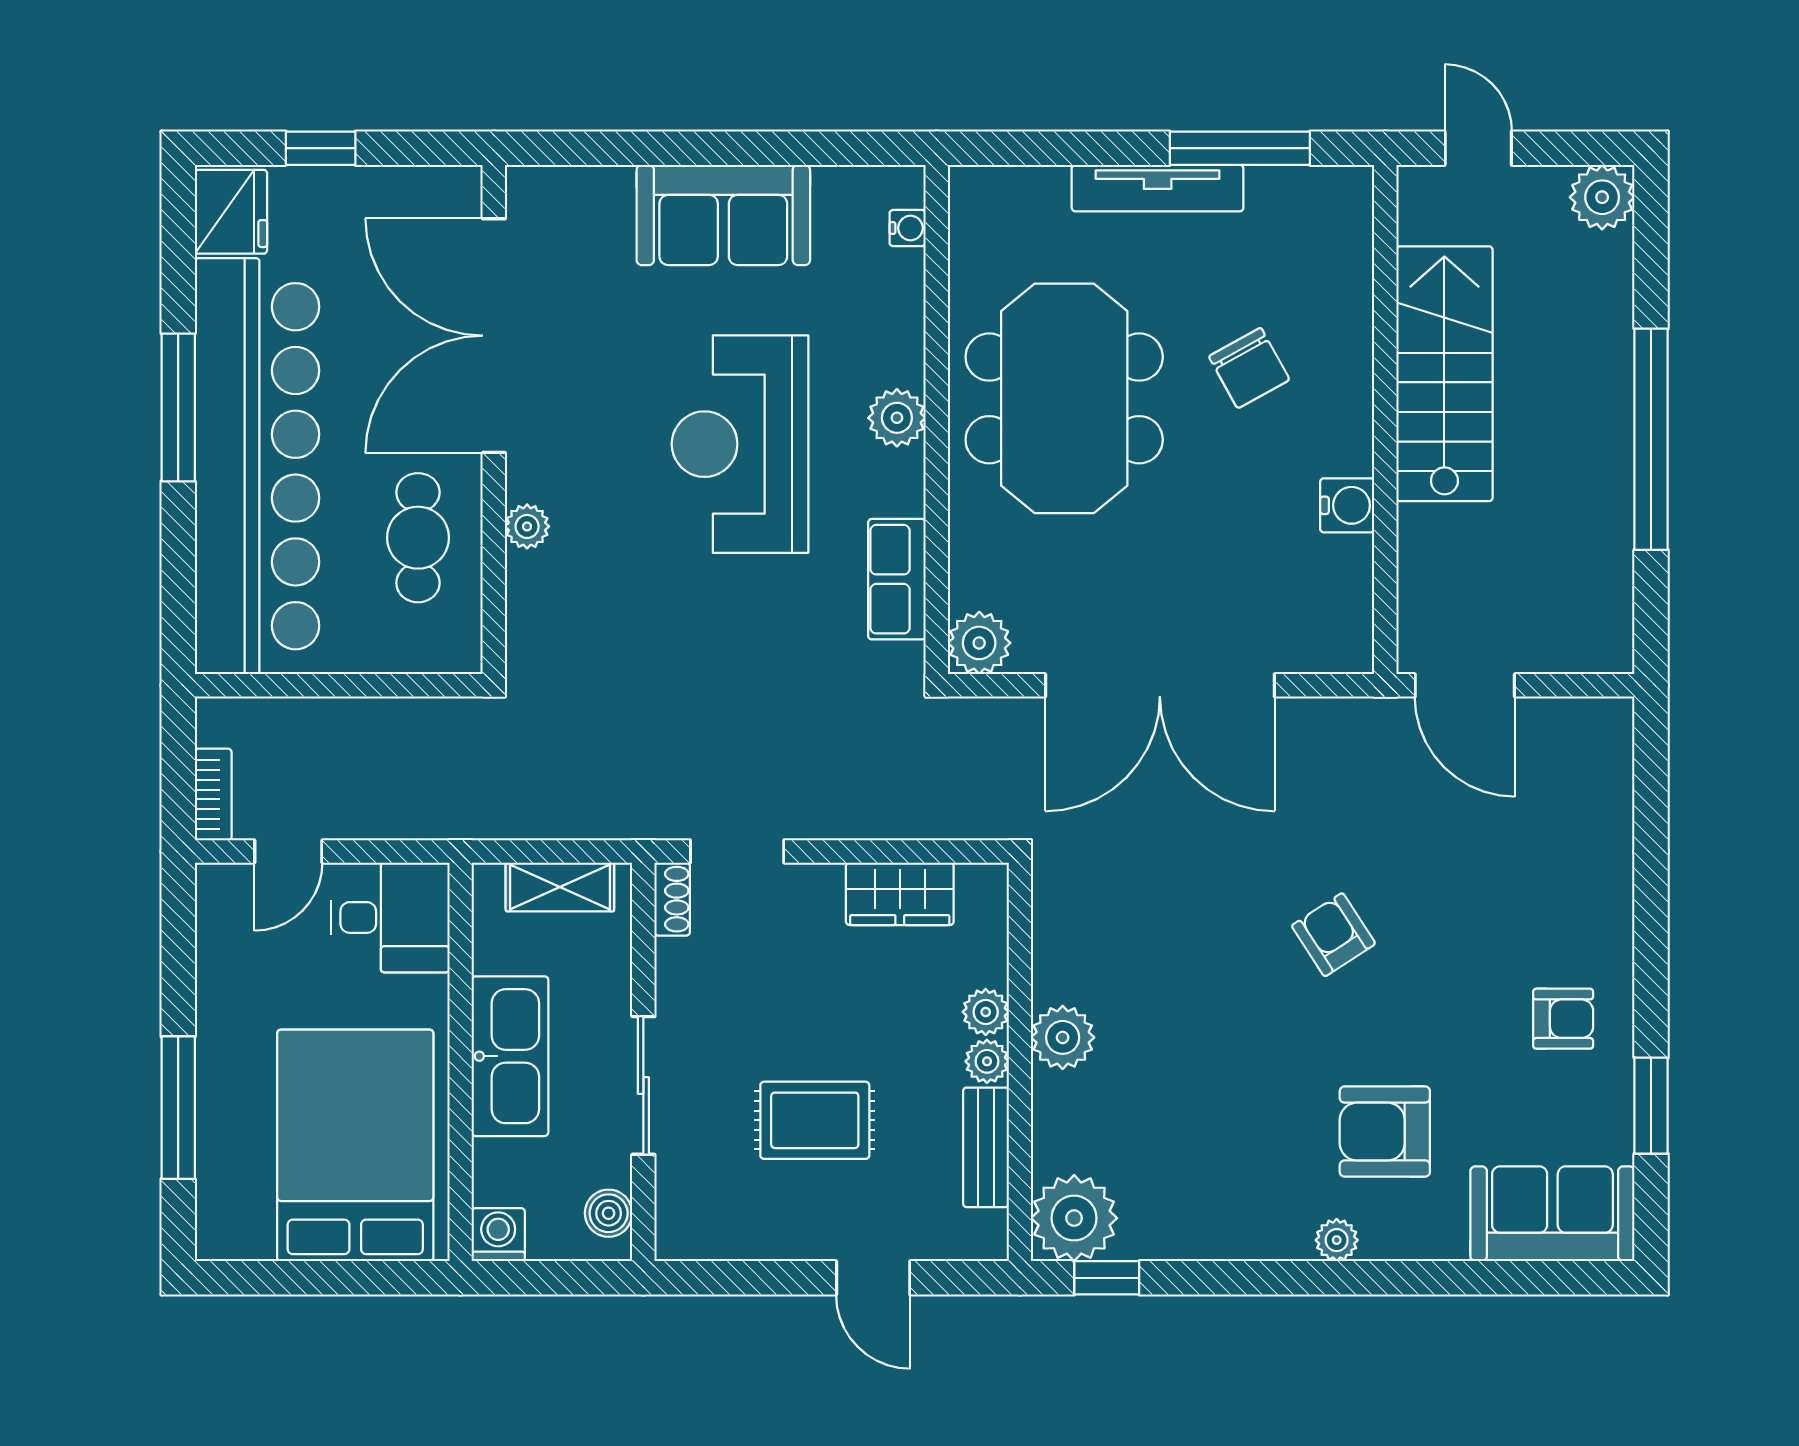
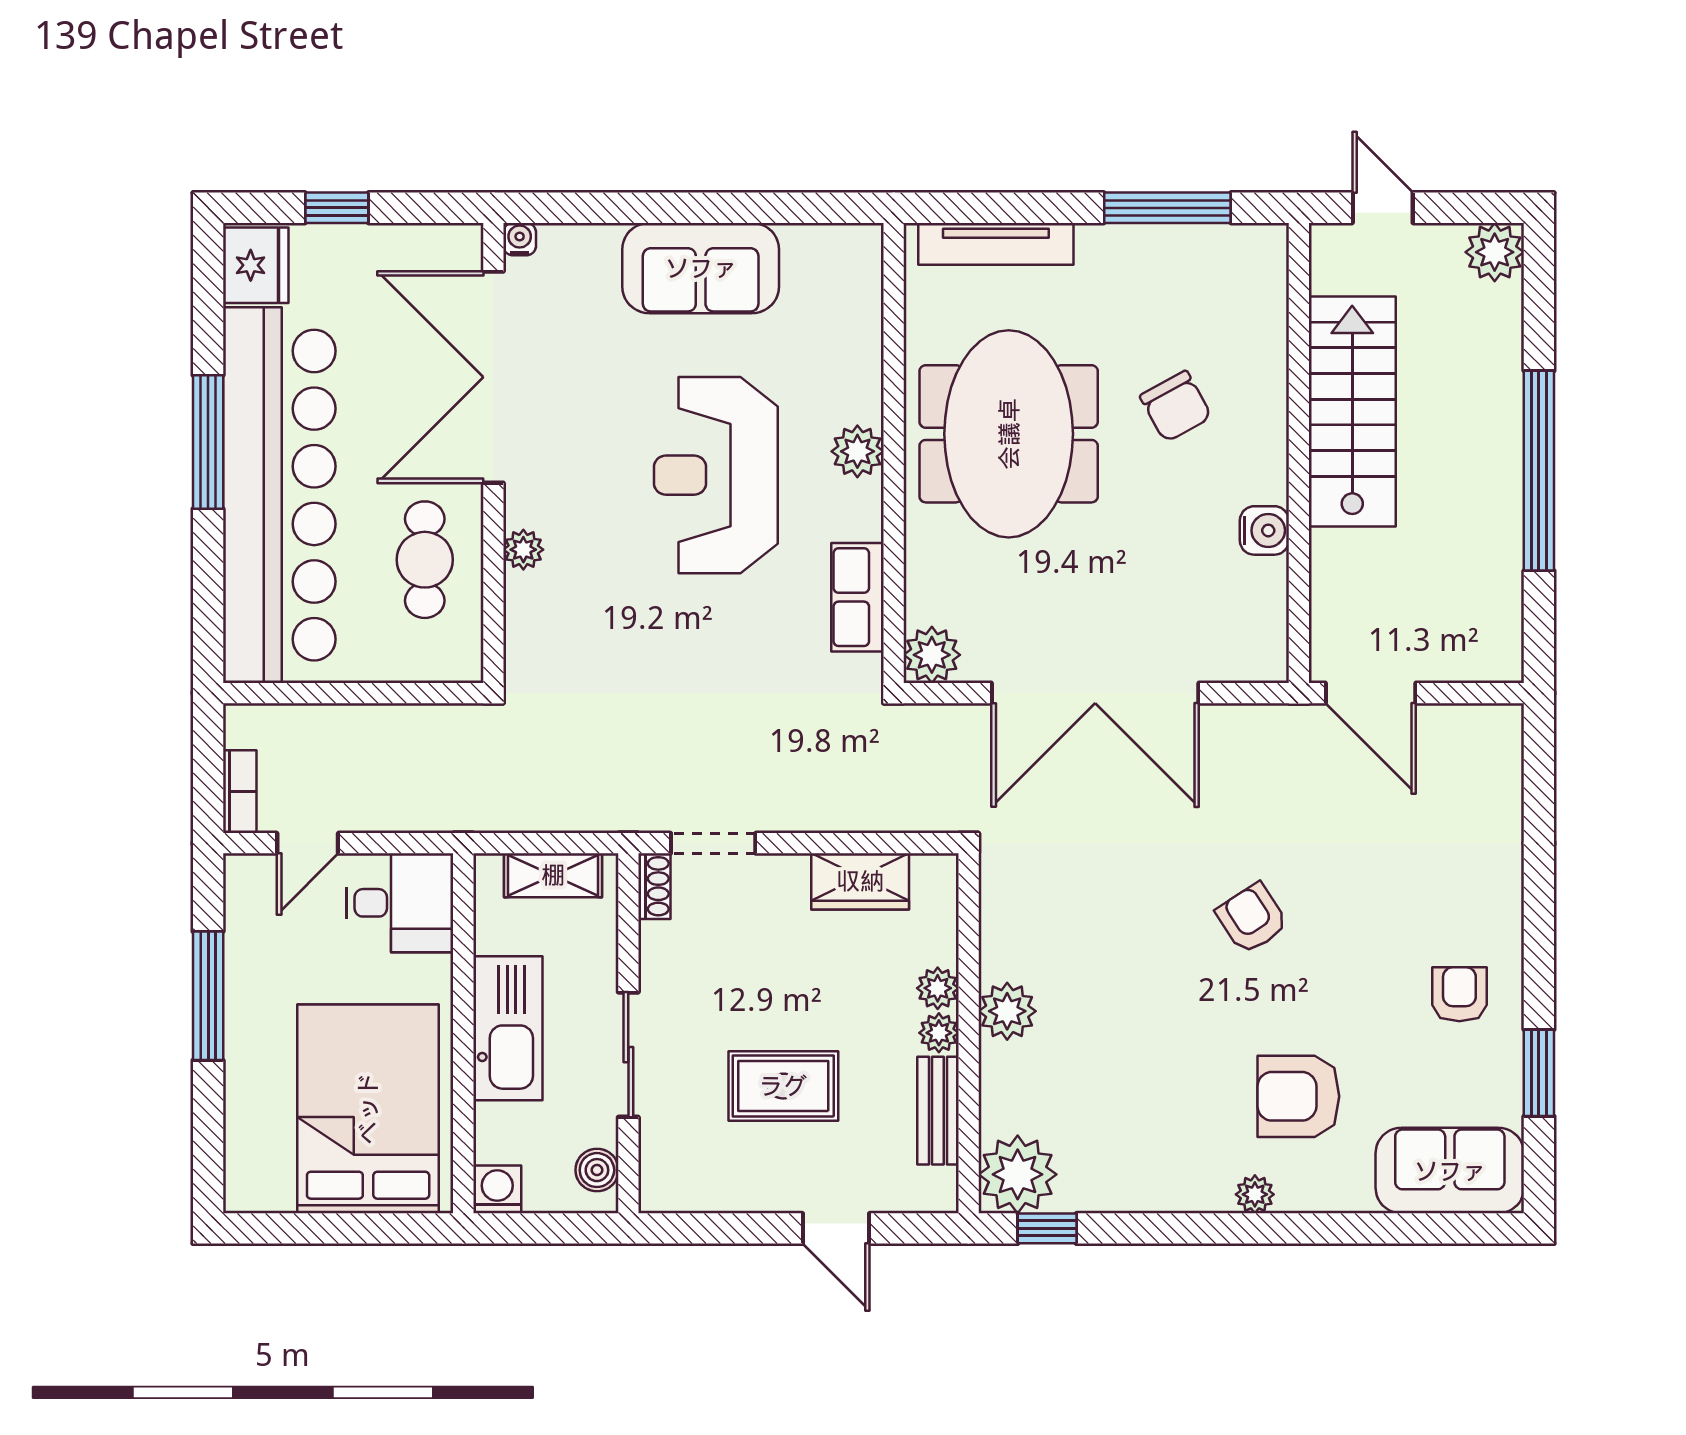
tv unit: (1158, 188) -> (996, 244), moved
water cooler: (908, 228) -> (520, 239), moved, turned -90
armchair: (1563, 1019) -> (1459, 994), turned -90
window: (178, 1108) -> (208, 996), moved

